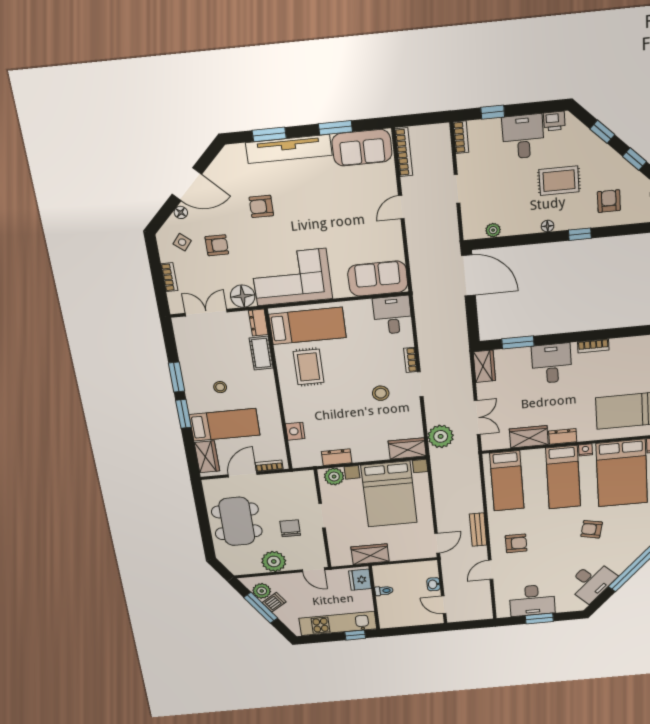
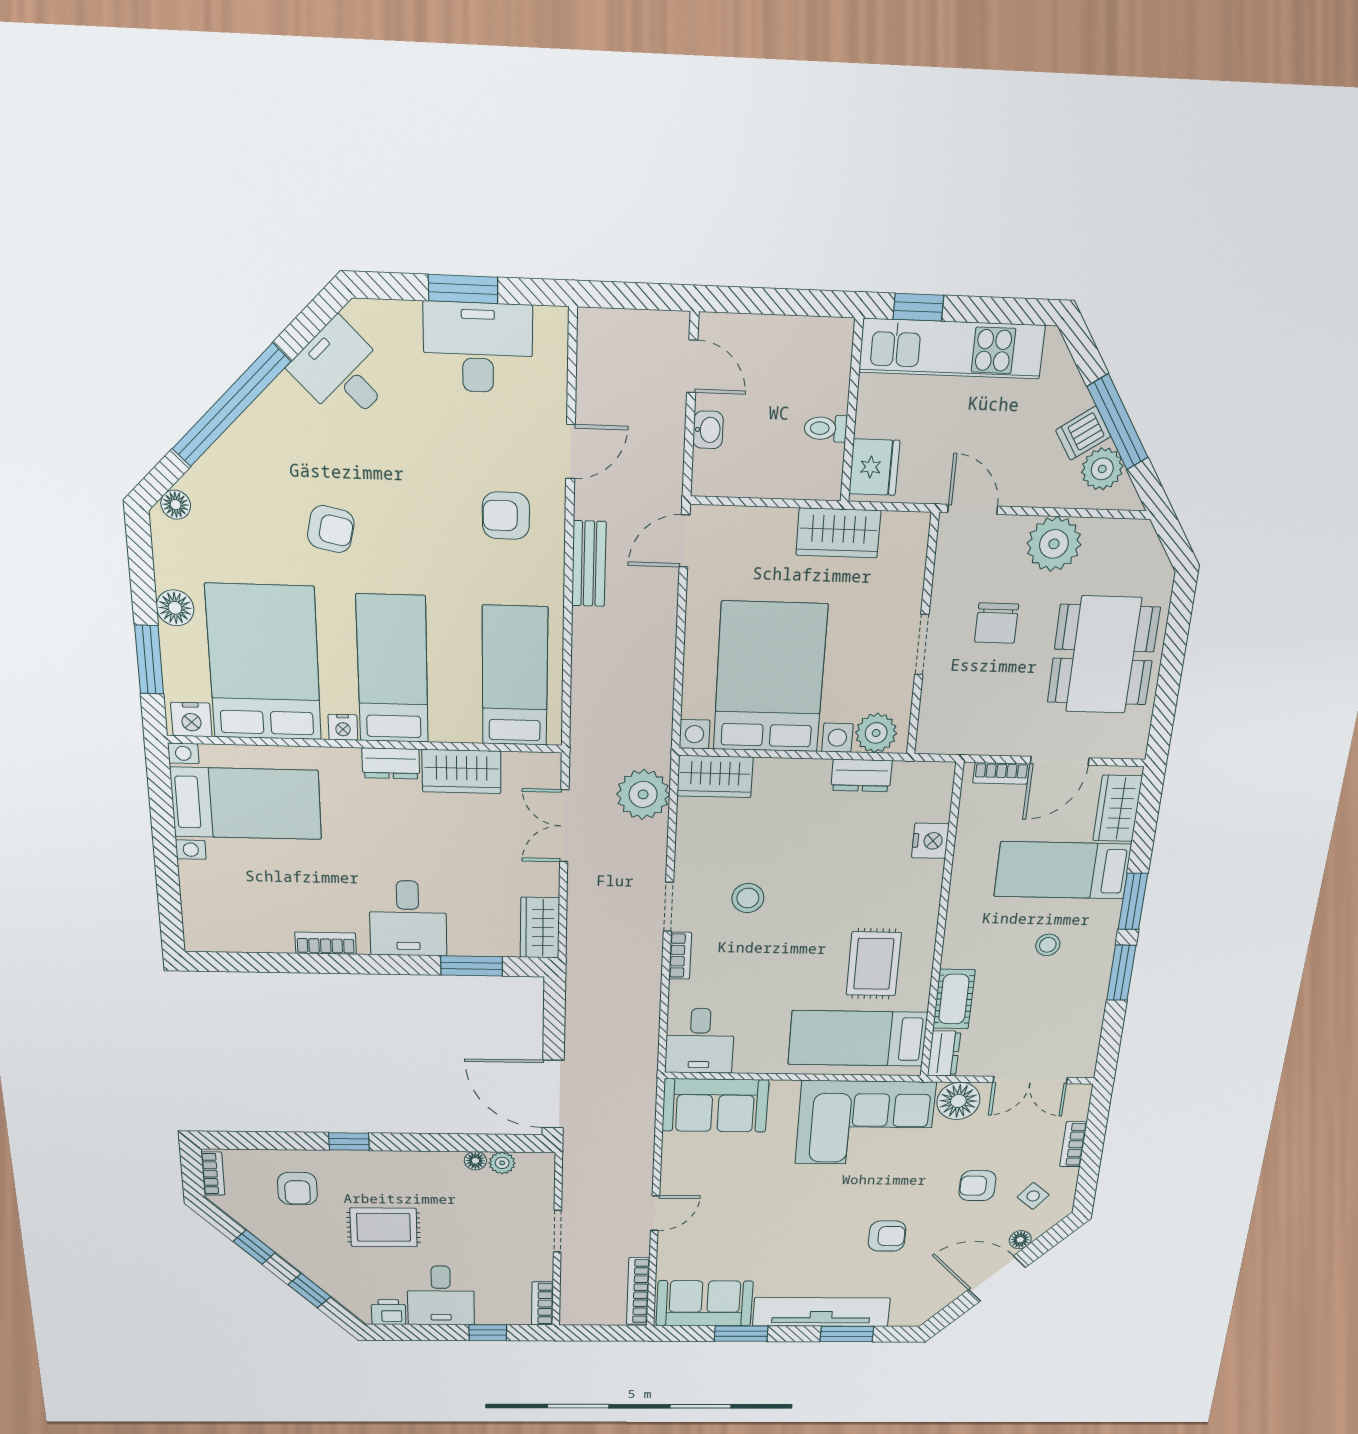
floor lamp: (548, 226) -> (475, 1161), moved
desk: (591, 582) -> (342, 372), width x0.73

